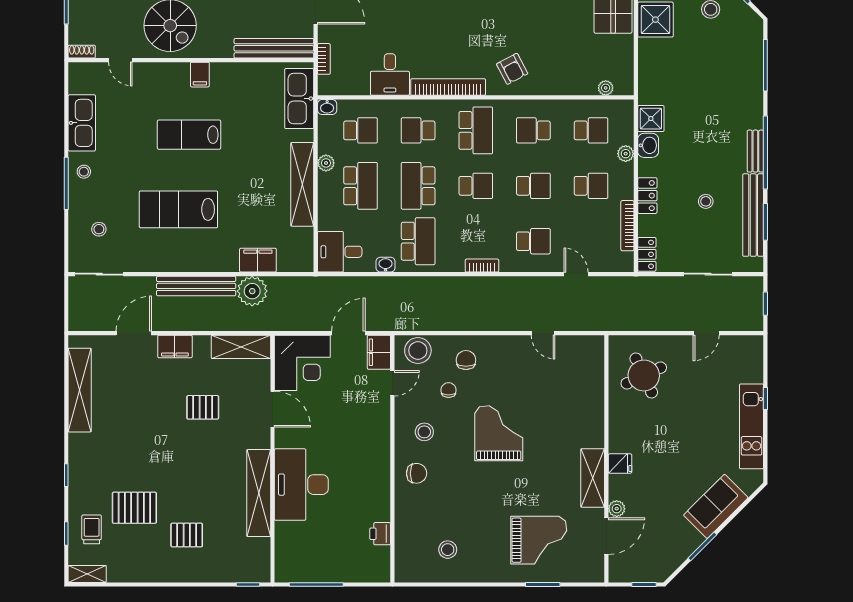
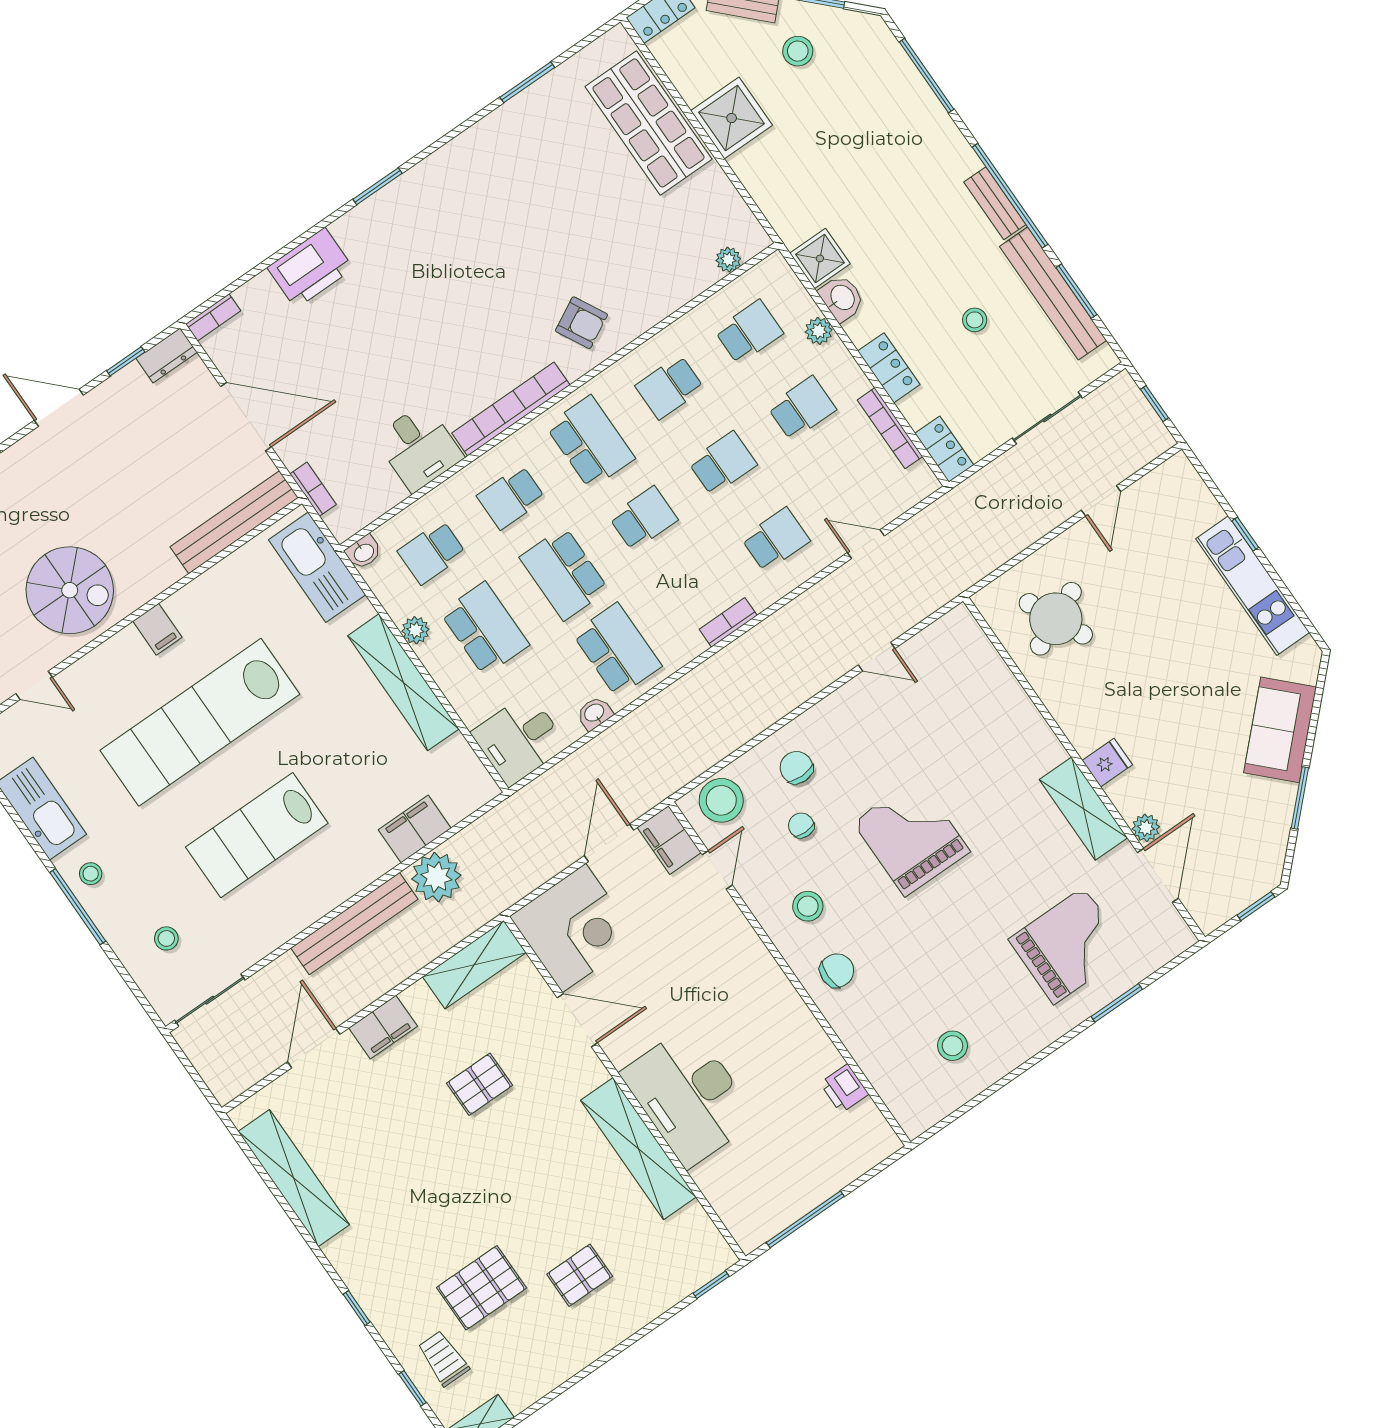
school desk: (360, 130) -> (432, 552), turned 180
lab bench: (189, 135) -> (200, 722), width x1.86, depth x1.39

